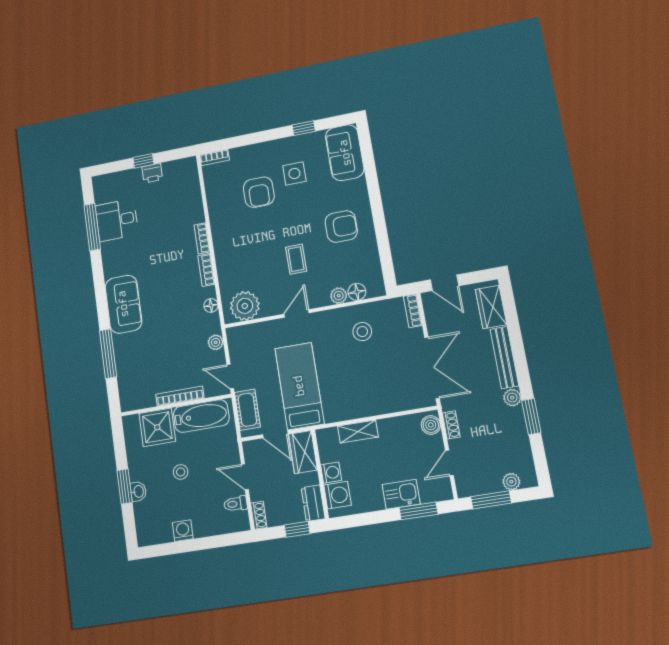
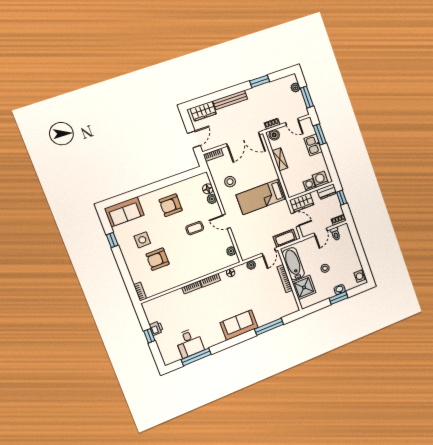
armchair: (259, 192) -> (158, 259), turned 180
armchair: (341, 227) -> (171, 205), turned -90
plant: (245, 306) -> (231, 251), width x0.53, depth x0.53
double door: (432, 368) -> (243, 139), swing flipped
bed: (299, 386) -> (261, 197), moved
plant: (512, 398) -> (251, 93), removed
shelving: (358, 432) -> (280, 159), moved
door: (275, 434) -> (295, 220), hinge flipped
washing machine: (183, 531) -> (360, 276), moved

